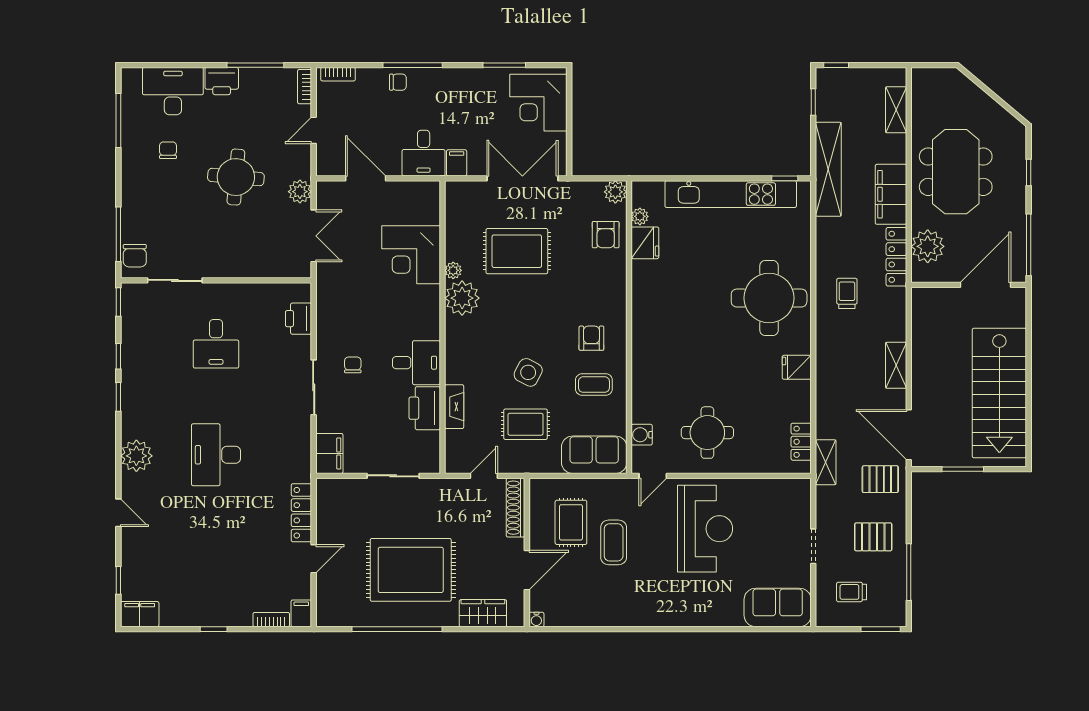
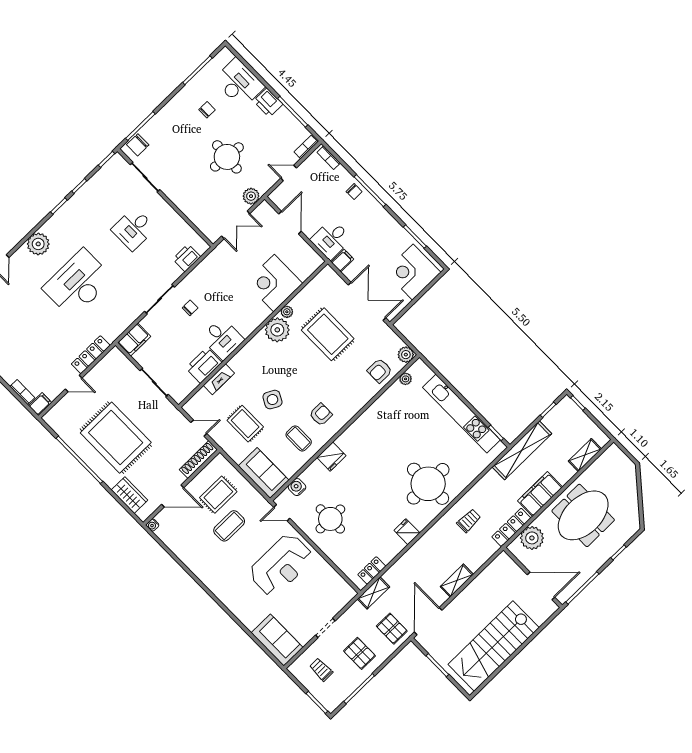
fridge: (645, 243) -> (331, 457), moved
desk: (216, 455) -> (78, 283), width x1.36, depth x1.30

